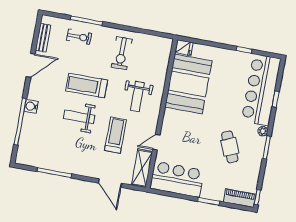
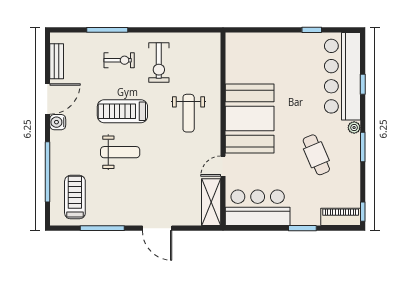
exercise bike: (79, 37) -> (119, 60), moved
fridge: (184, 48) -> (236, 41), removed
booth: (188, 84) -> (250, 118), moved
water cooler: (31, 106) -> (58, 122), moved
weight bench: (79, 117) -> (120, 152), turned 180
treadmill: (116, 135) -> (75, 197), moved
door: (110, 183) -> (157, 228), moved

